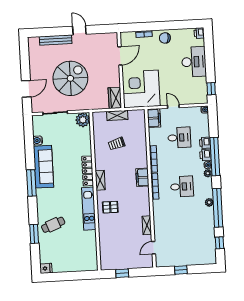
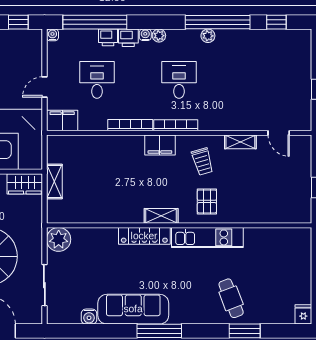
trolley: (117, 144) -> (202, 161), moved
window: (215, 157) -> (95, 22), moved

